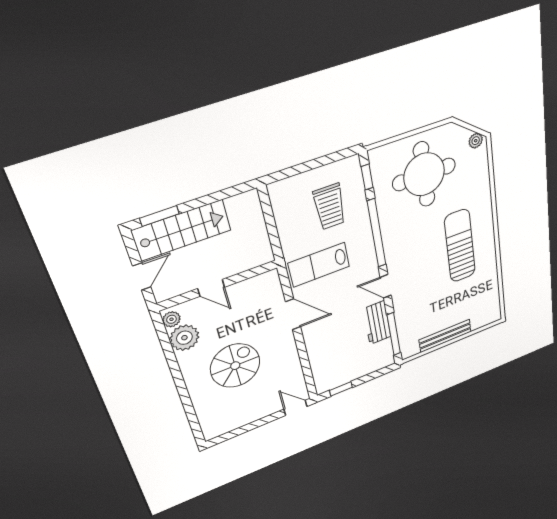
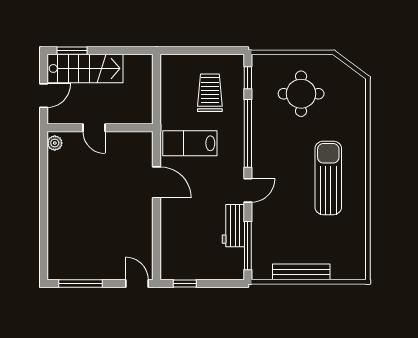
plant: (476, 141) -> (355, 79), removed
round table: (424, 174) -> (301, 94), width x0.73, depth x0.73
trolley: (330, 207) -> (210, 93), turned 180
door: (386, 286) -> (248, 190), swing flipped
plant: (184, 338) -> (60, 165), removed
spiral stairs: (235, 366) -> (94, 212), removed
window: (240, 431) -> (81, 284), added

